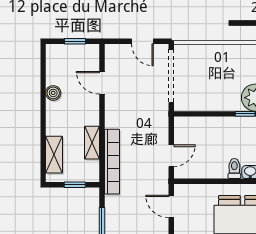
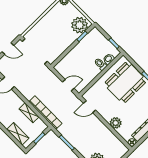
door: (171, 156) -> (68, 85), hinge flipped

